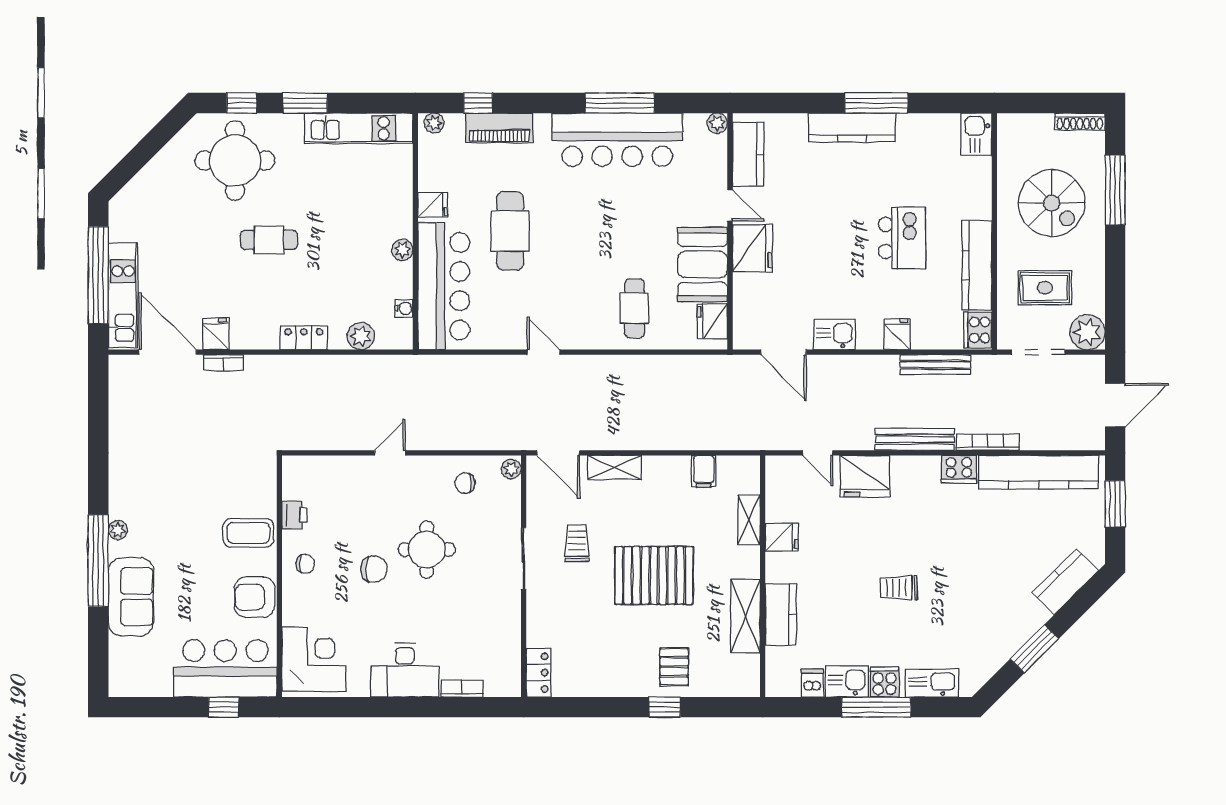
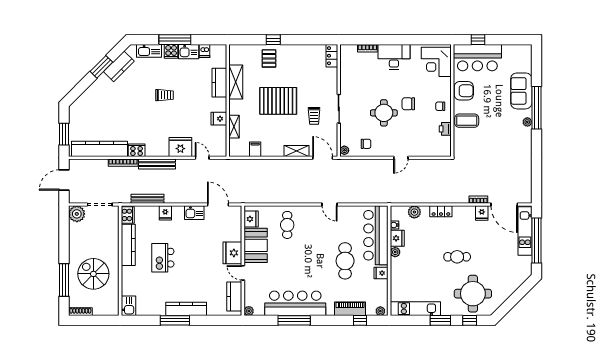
fridge: (398, 280) -> (397, 238), added
rug: (1045, 288) -> (97, 235), removed
kitchen counter: (1065, 582) -> (119, 66), moved

